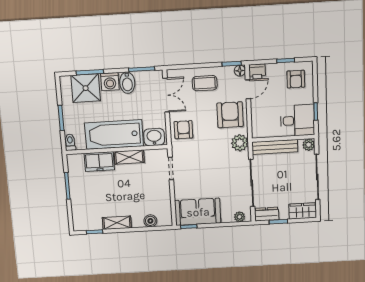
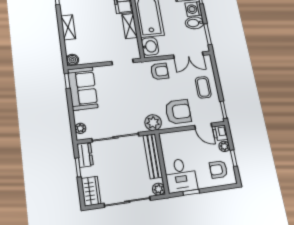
plant: (272, 69) -> (224, 146), added
floor lamp: (240, 71) -> (219, 117), removed
boiler: (150, 221) -> (72, 60), moved
shelving: (117, 223) -> (68, 27), moved

